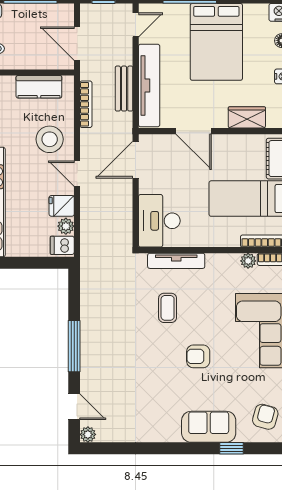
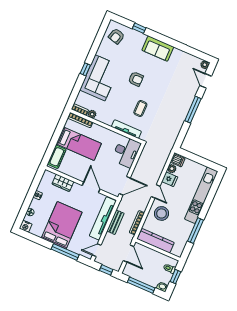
kitchen counter: (39, 87) -> (156, 241), width x1.50
sofa: (209, 427) -> (158, 49), moved

